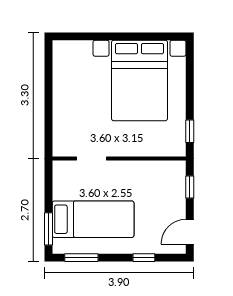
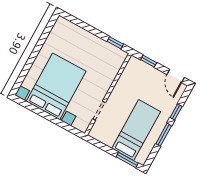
bed with nightstands: (139, 80) -> (56, 86), moved, turned -90
window: (81, 258) -> (164, 135), moved

